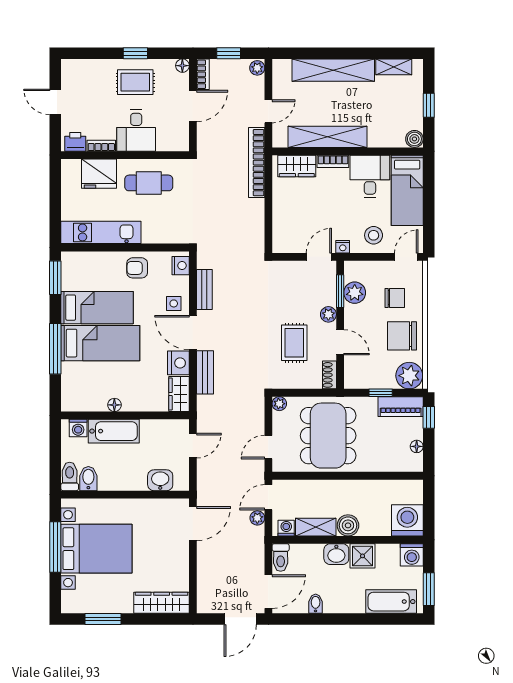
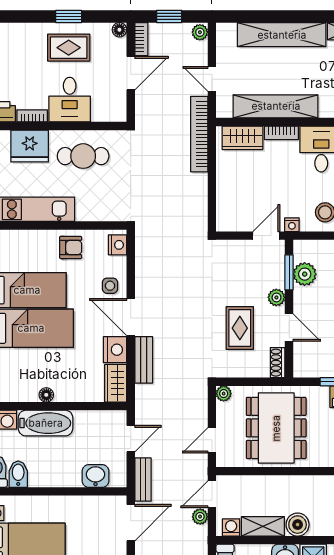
door: (268, 111) -> (212, 79), swing flipped
armchair: (137, 268) -> (71, 247), turned 180
bench: (204, 289) -> (143, 480), moved

